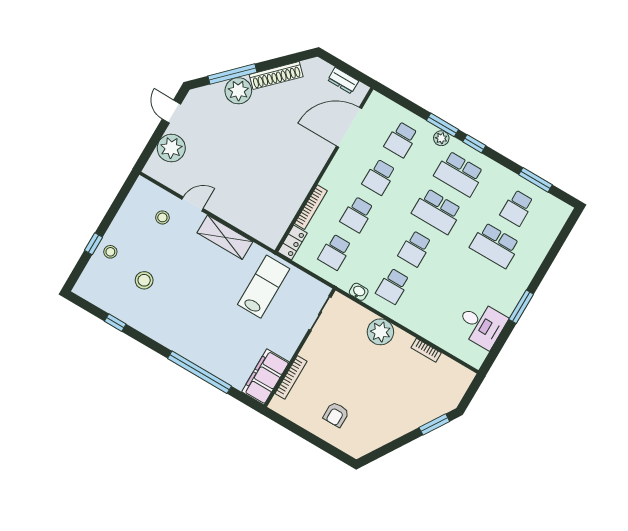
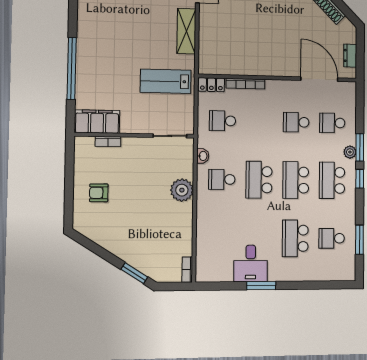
school desk: (357, 214) -> (260, 121), removed
school desk: (415, 249) -> (259, 180), width x1.85
lab bench: (264, 287) -> (166, 81), turned 180
desk: (481, 324) -> (251, 263), moved
bookcase: (426, 350) -> (187, 270), moved
bookcase: (291, 377) -> (108, 141), width x0.64

